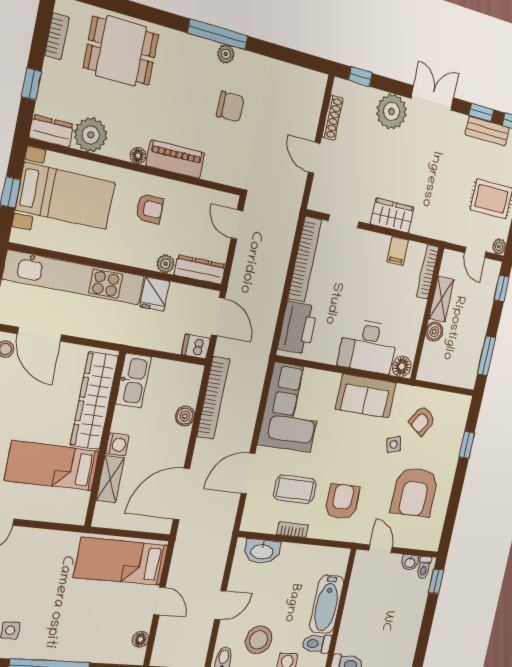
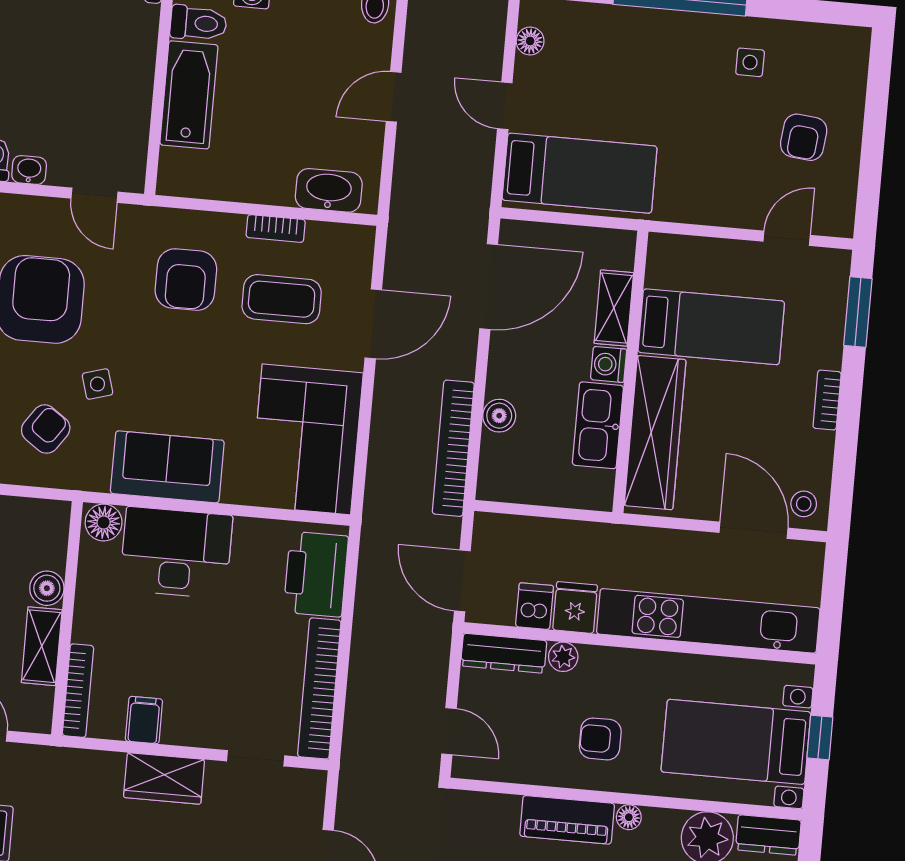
dishwasher: (196, 346) -> (535, 606), moved, turned -90
kitchen sink: (133, 380) -> (598, 425), moved
stool: (259, 640) -> (313, 34), removed

